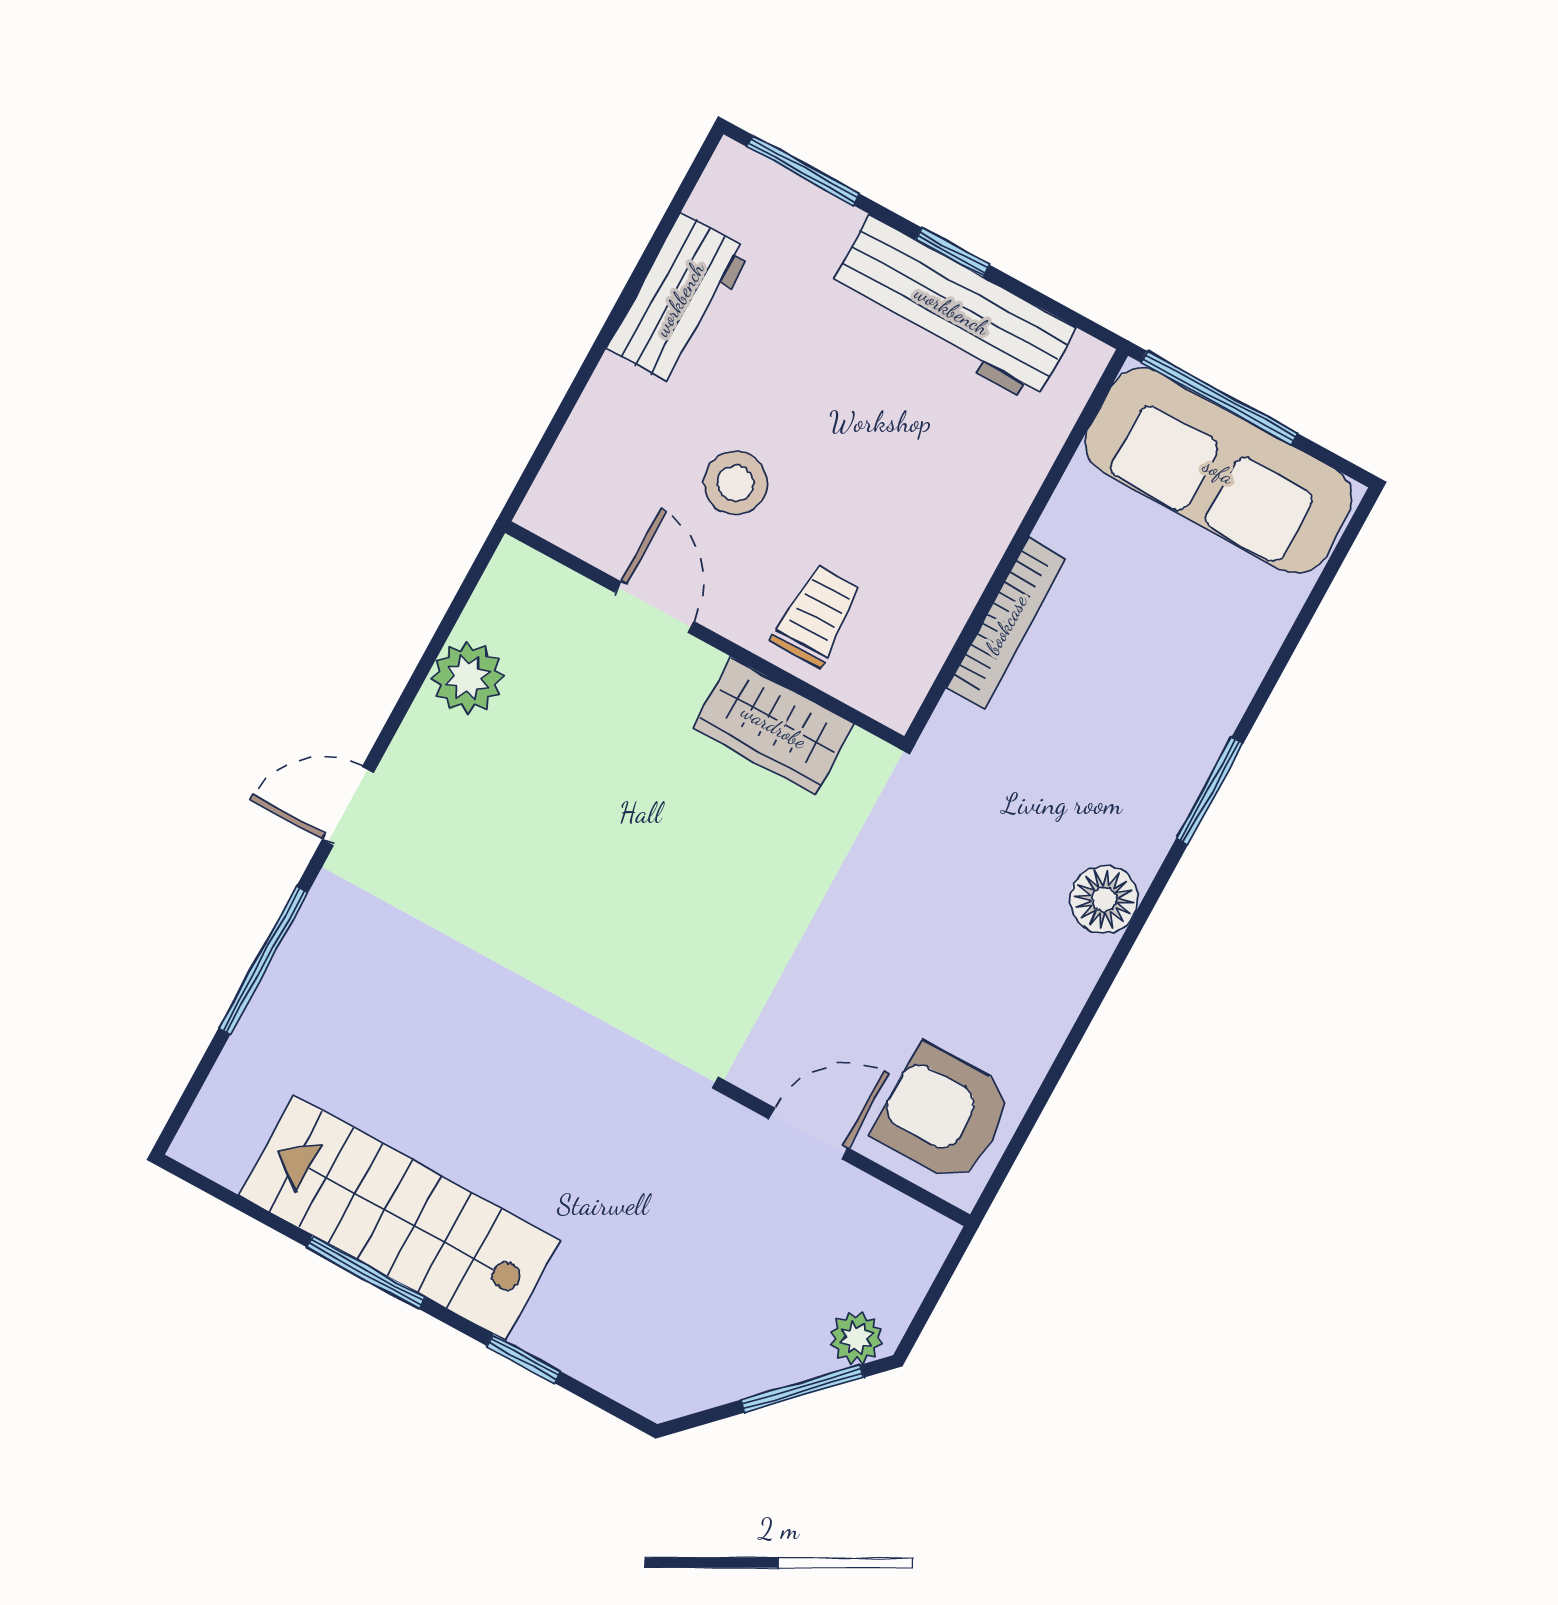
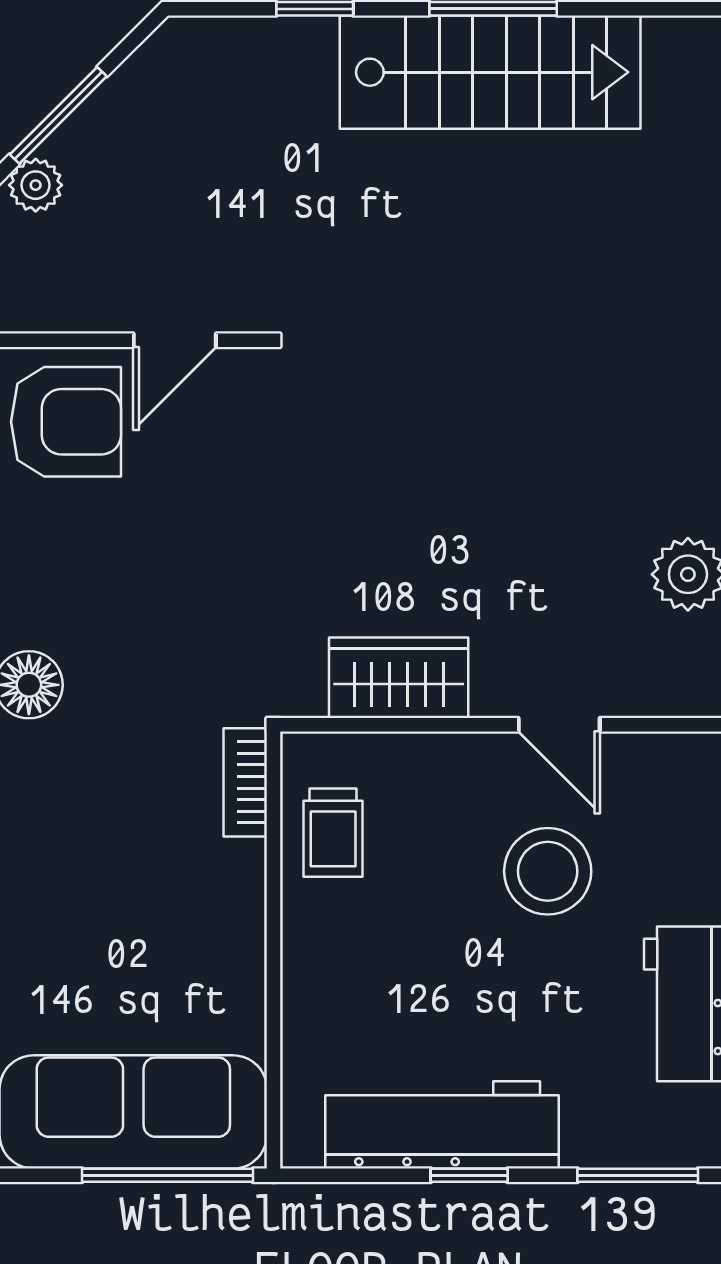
stool: (736, 483) -> (548, 871), width x1.38, depth x1.38
trolley: (817, 616) -> (333, 833), moved
bookcase: (1006, 624) -> (245, 782), moved, width x0.64

